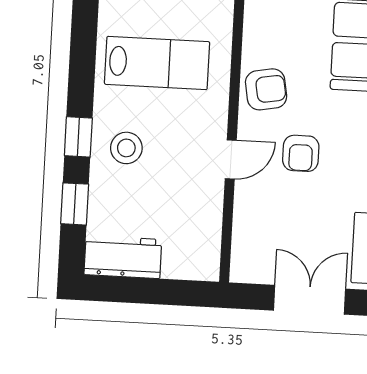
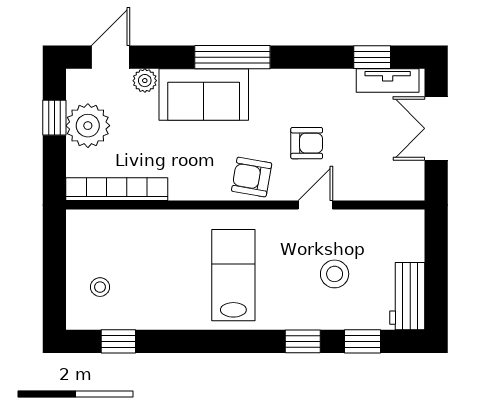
armchair: (266, 89) -> (252, 177), turned -70
stool: (126, 148) -> (335, 274), moved
door: (231, 159) -> (315, 205), hinge flipped

